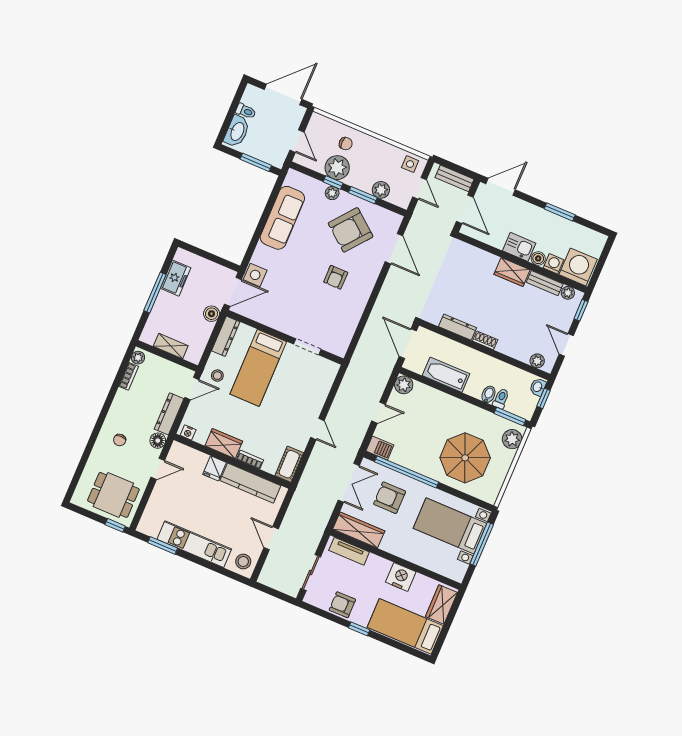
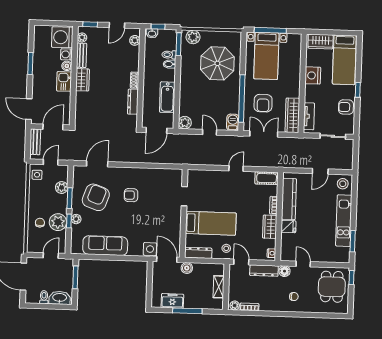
armchair: (351, 230) -> (96, 197), turned -109
armchair: (336, 277) -> (131, 195), turned 180
armchair: (342, 605) -> (346, 107), turned 90

